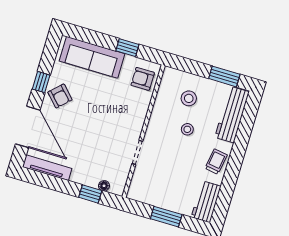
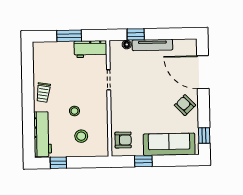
window: (224, 76) -> (58, 163), width x0.67
window: (41, 82) -> (204, 135), moved
tv unit: (47, 168) -> (152, 45), moved
workbench: (206, 202) -> (90, 49), moved, turned 90

